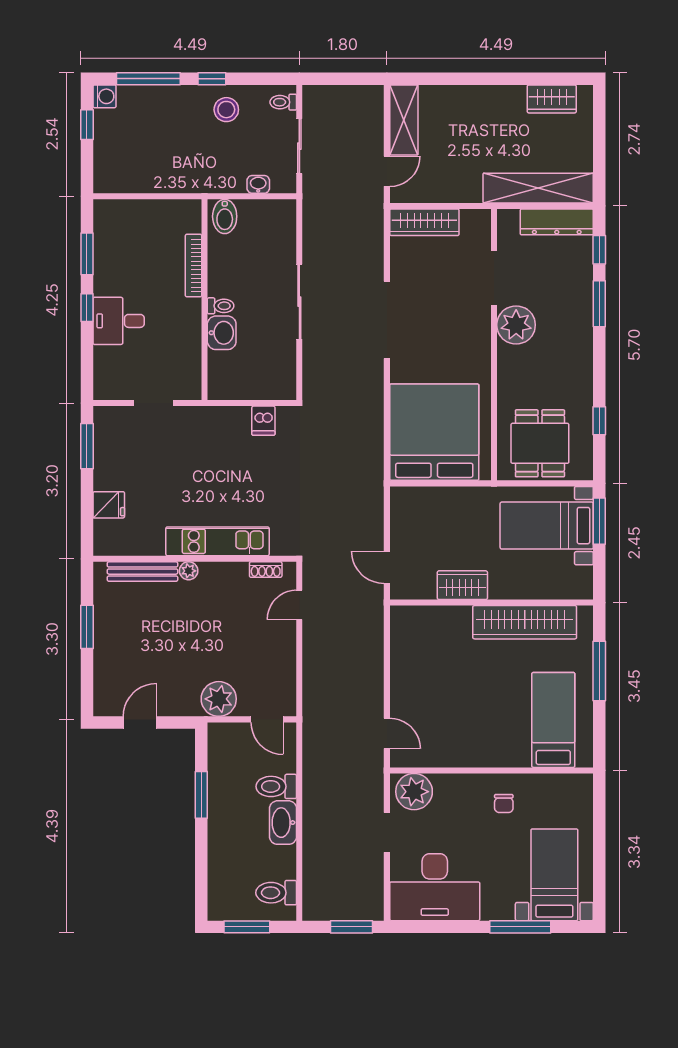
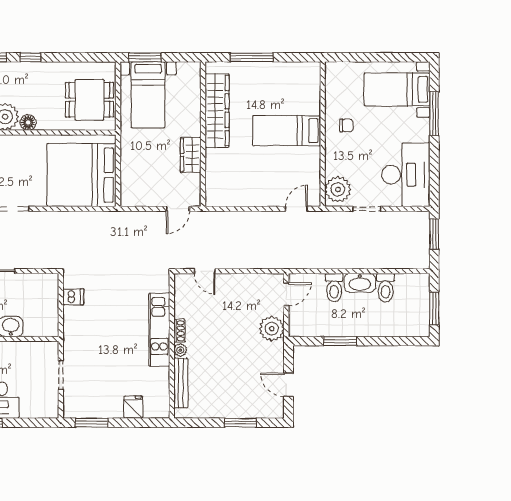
floor lamp: (508, 357) -> (28, 122), added
window: (599, 421) -> (31, 57), moved
shoe rack: (266, 570) -> (179, 331), moved
window: (87, 627) -> (240, 423), moved
bed: (553, 720) -> (287, 131), moved
toilet: (276, 893) -> (386, 288), moved

